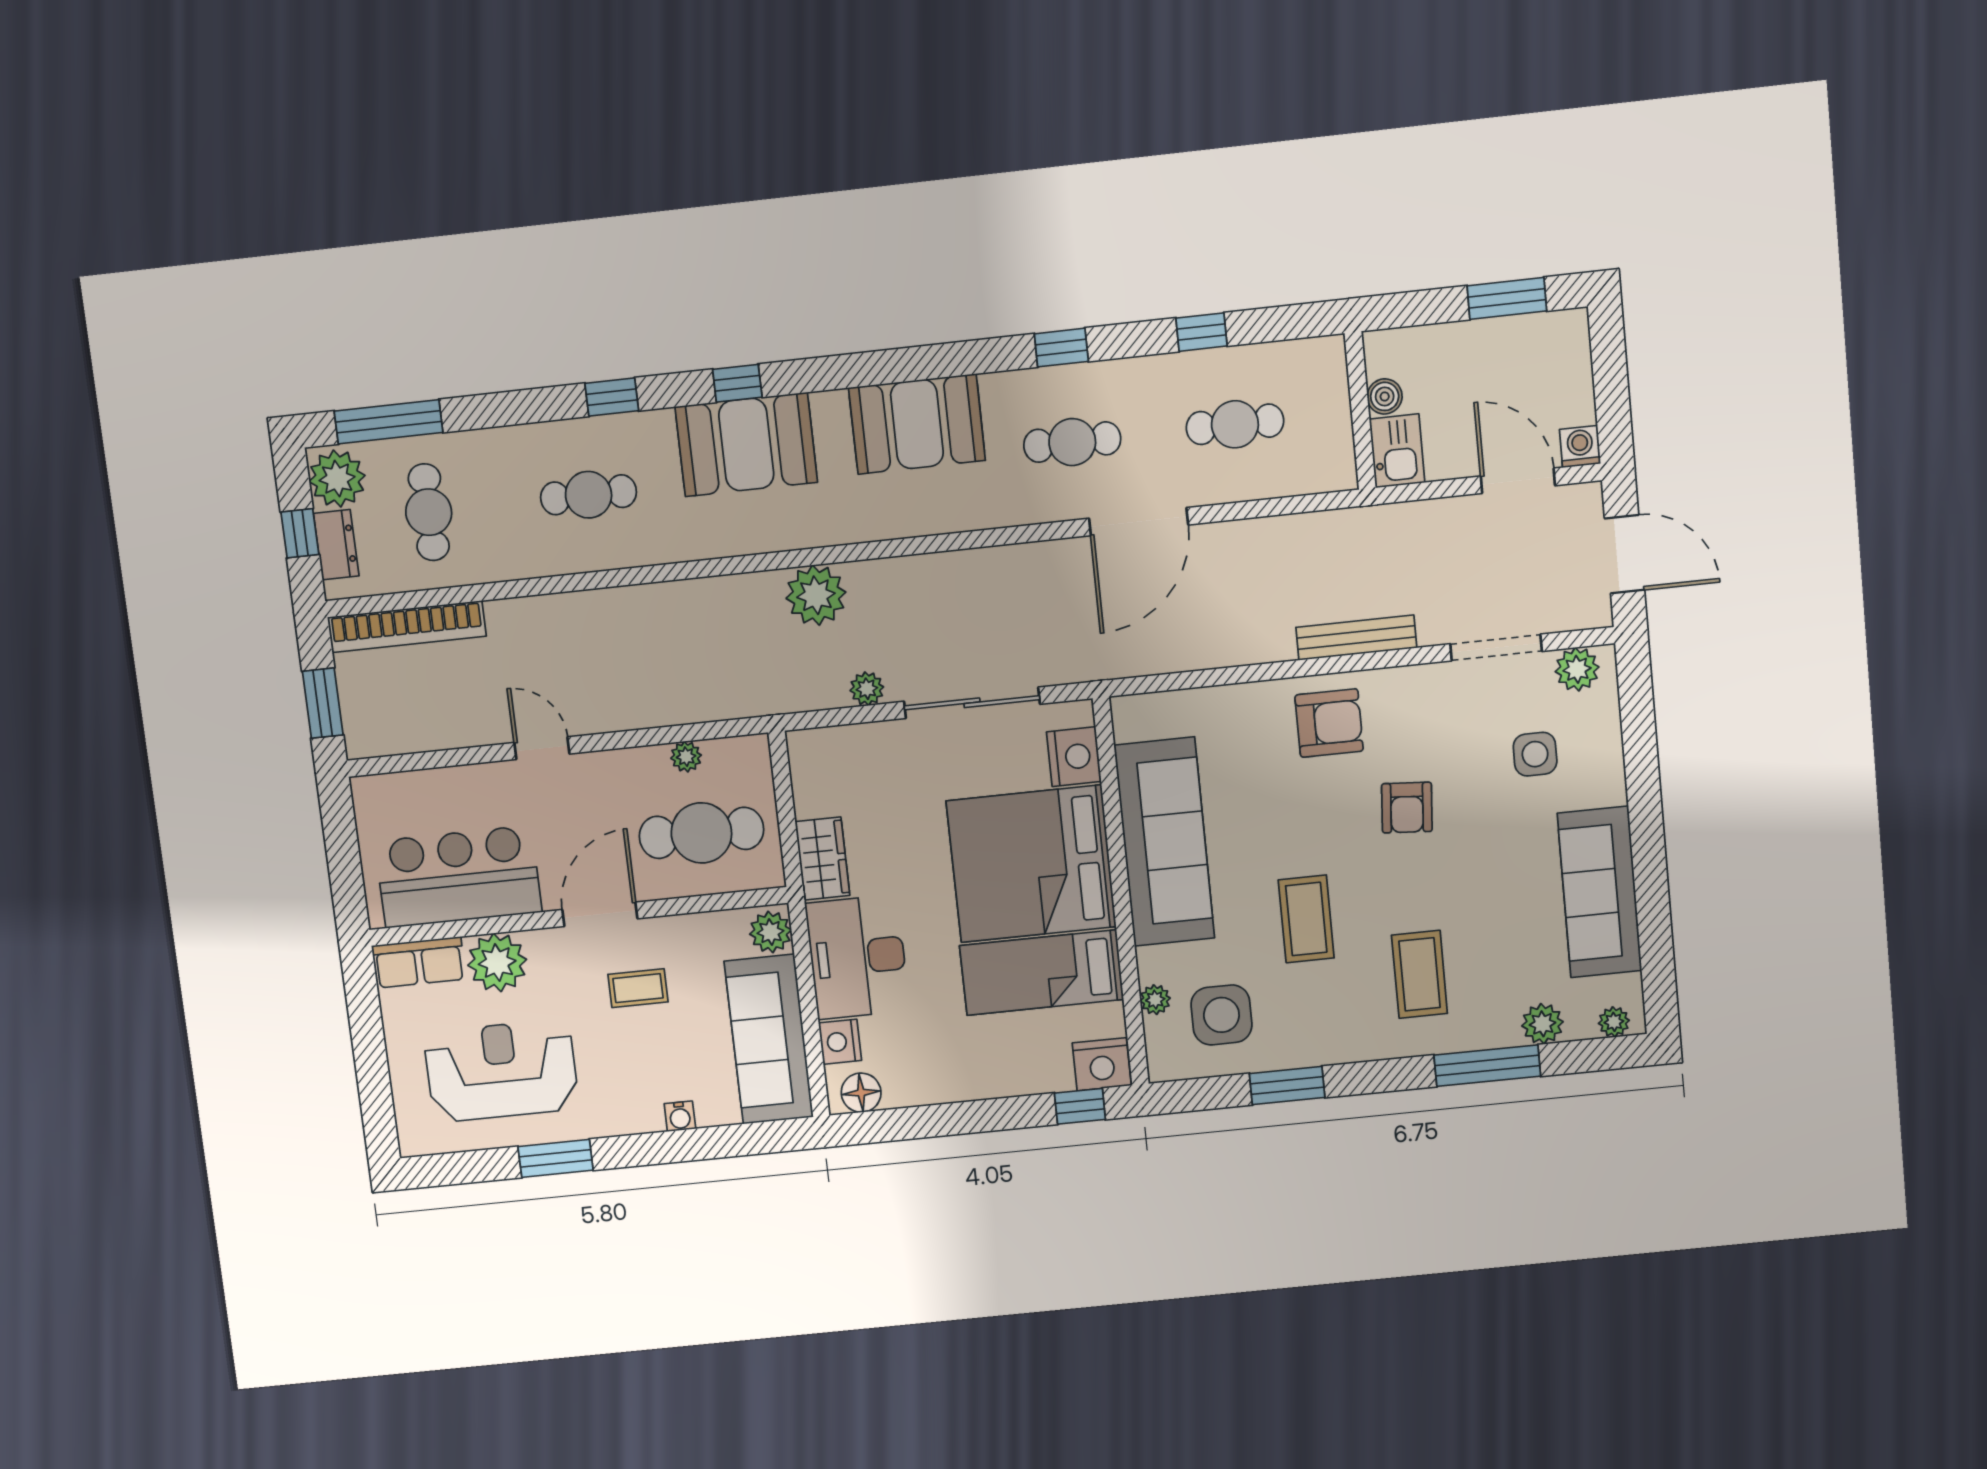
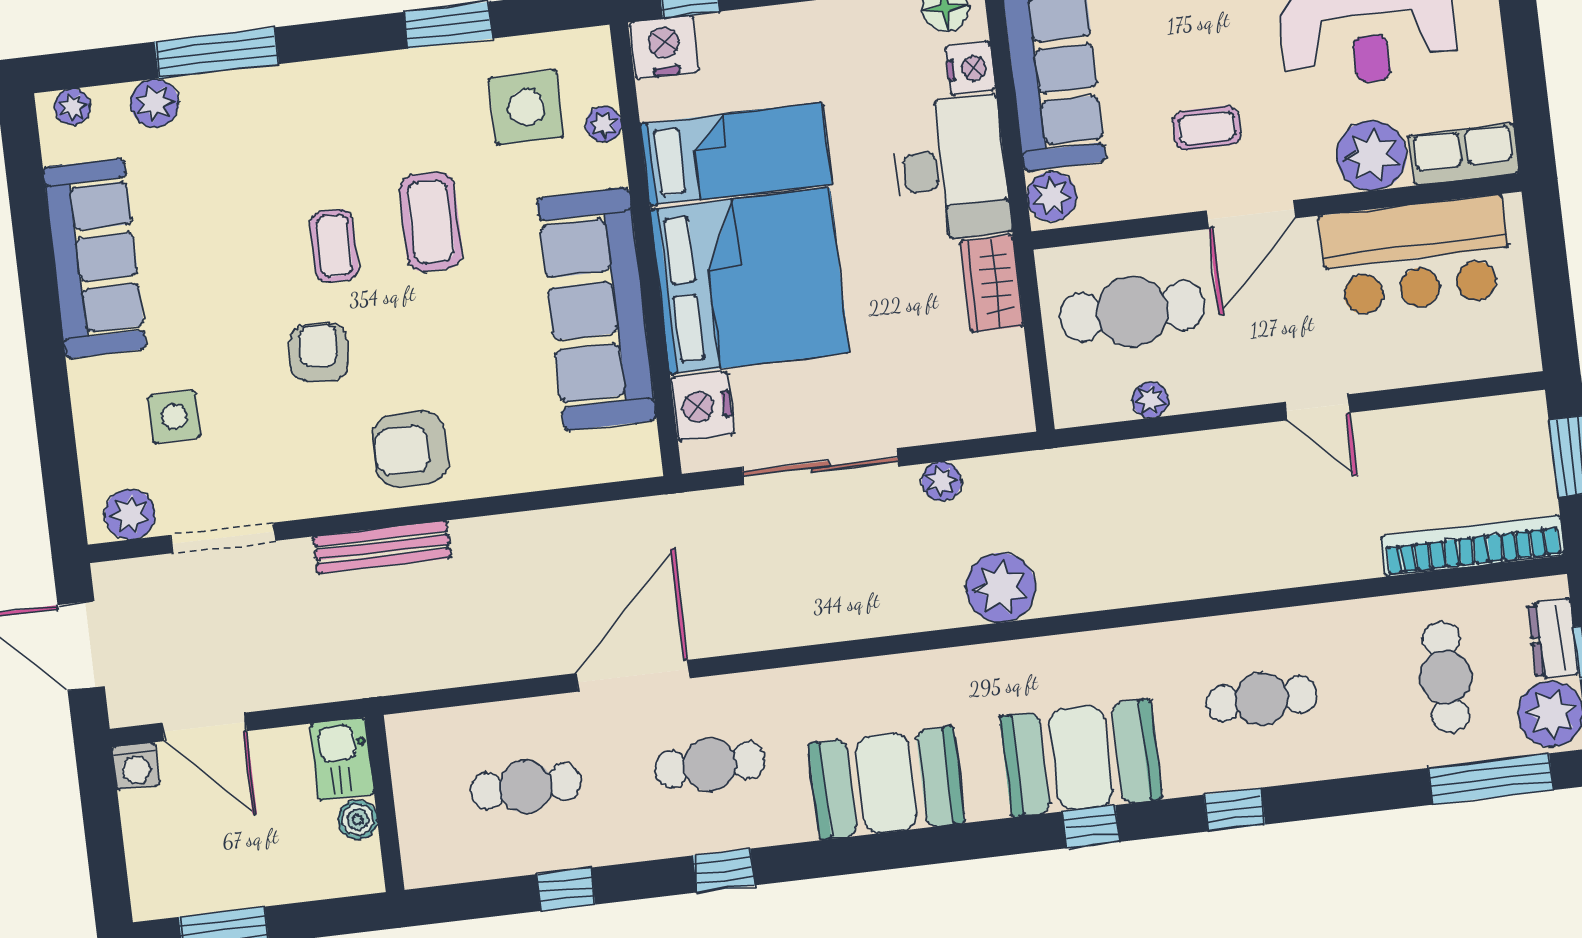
coffee table: (1420, 974) -> (334, 246), moved, width x0.73, depth x0.77

